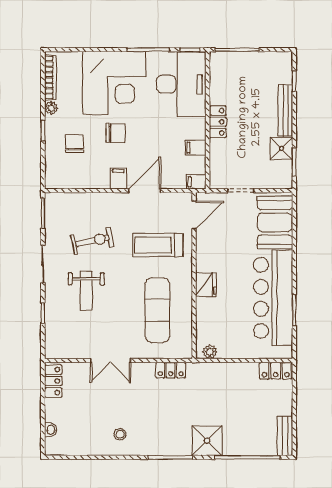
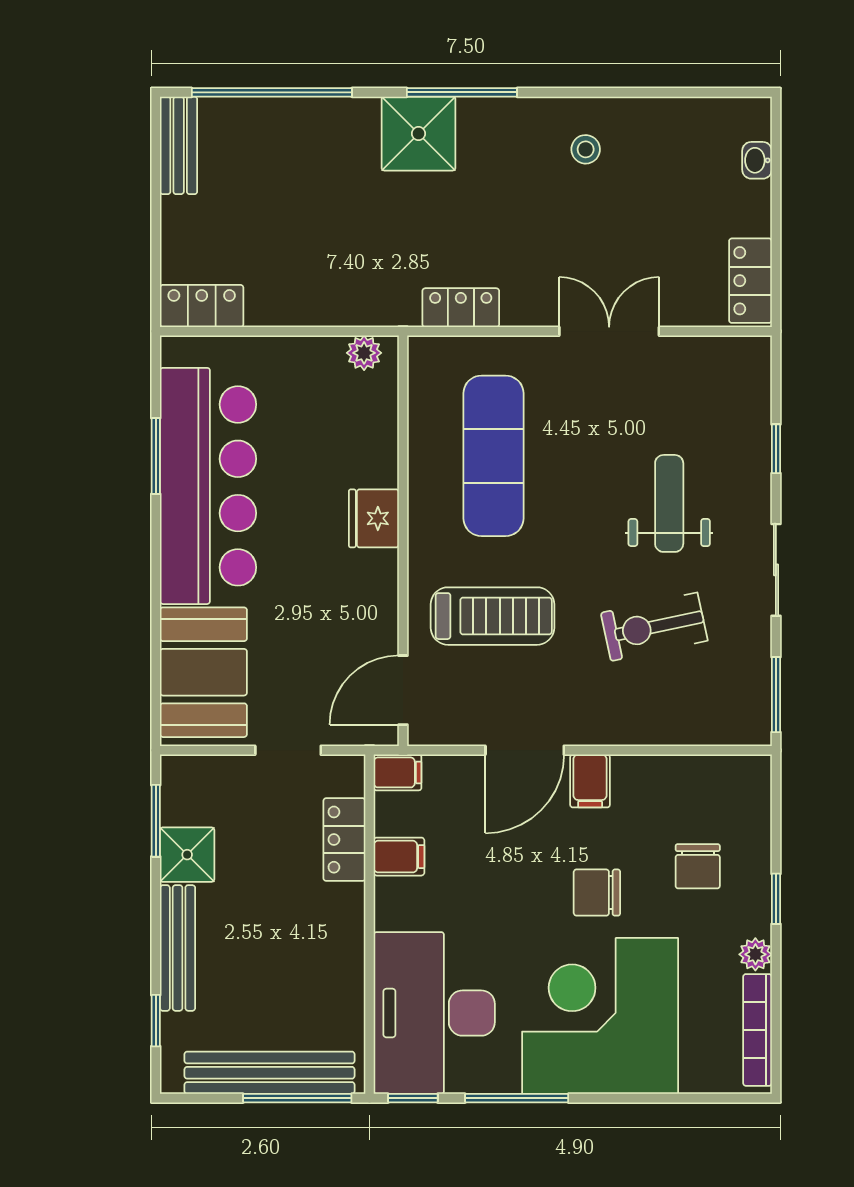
bench: (248, 60) -> (270, 1073), added
locker: (218, 122) -> (344, 840), moved
shower: (207, 441) -> (419, 134), moved

